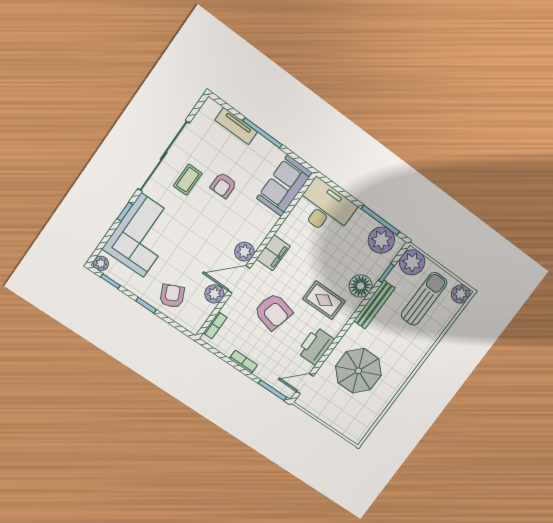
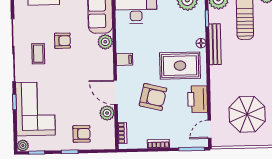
armchair: (223, 185) -> (62, 41), turned -90
plant: (244, 252) -> (105, 42), moved
filing cabinet: (273, 253) -> (125, 59), width x0.50
door: (239, 279) -> (116, 92), hinge flipped
floor lamp: (361, 286) -> (201, 43), width x0.53, depth x0.53
armchair: (172, 296) -> (82, 134), turned 115
rug: (324, 300) -> (180, 66), width x1.36, depth x1.43
parasol: (358, 371) -> (247, 114), moved

